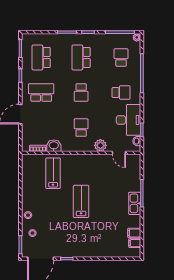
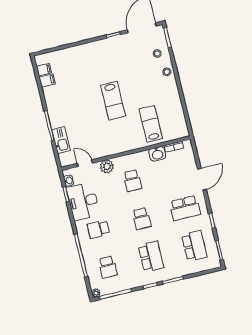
school desk: (81, 93) -> (142, 219), turned 180
lab bench: (53, 173) -> (151, 124), turned 180
kitchen sink: (135, 203) -> (61, 140), moved

